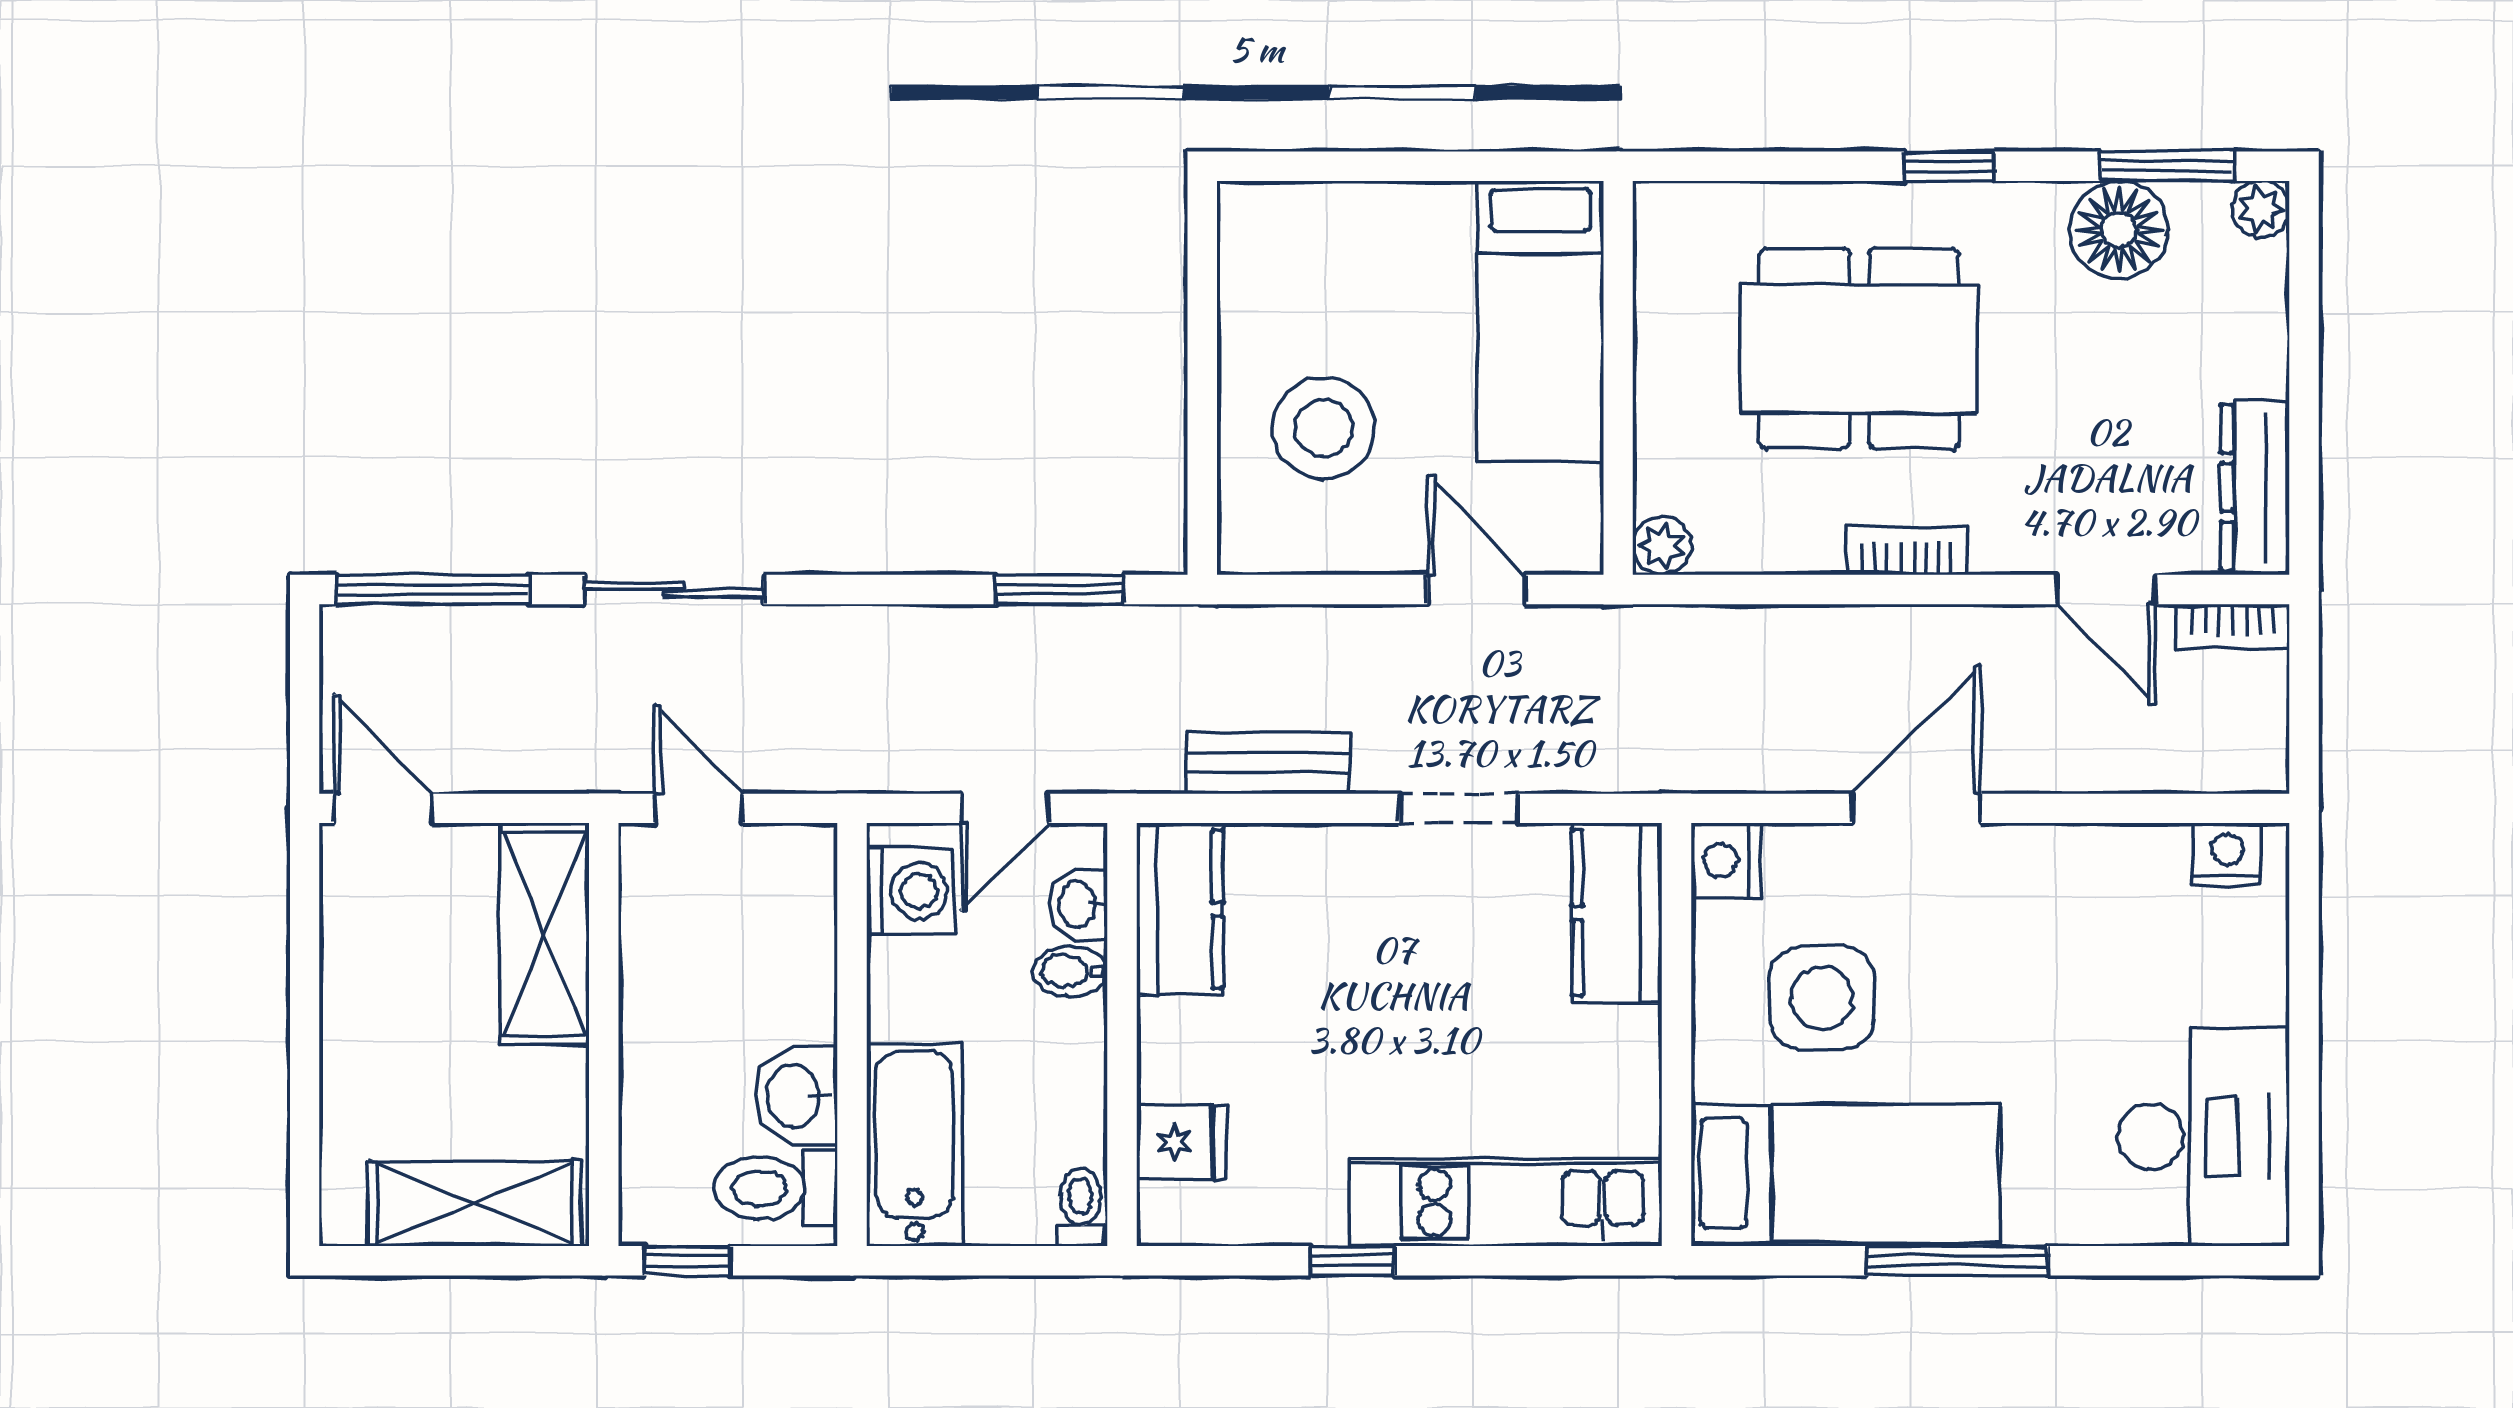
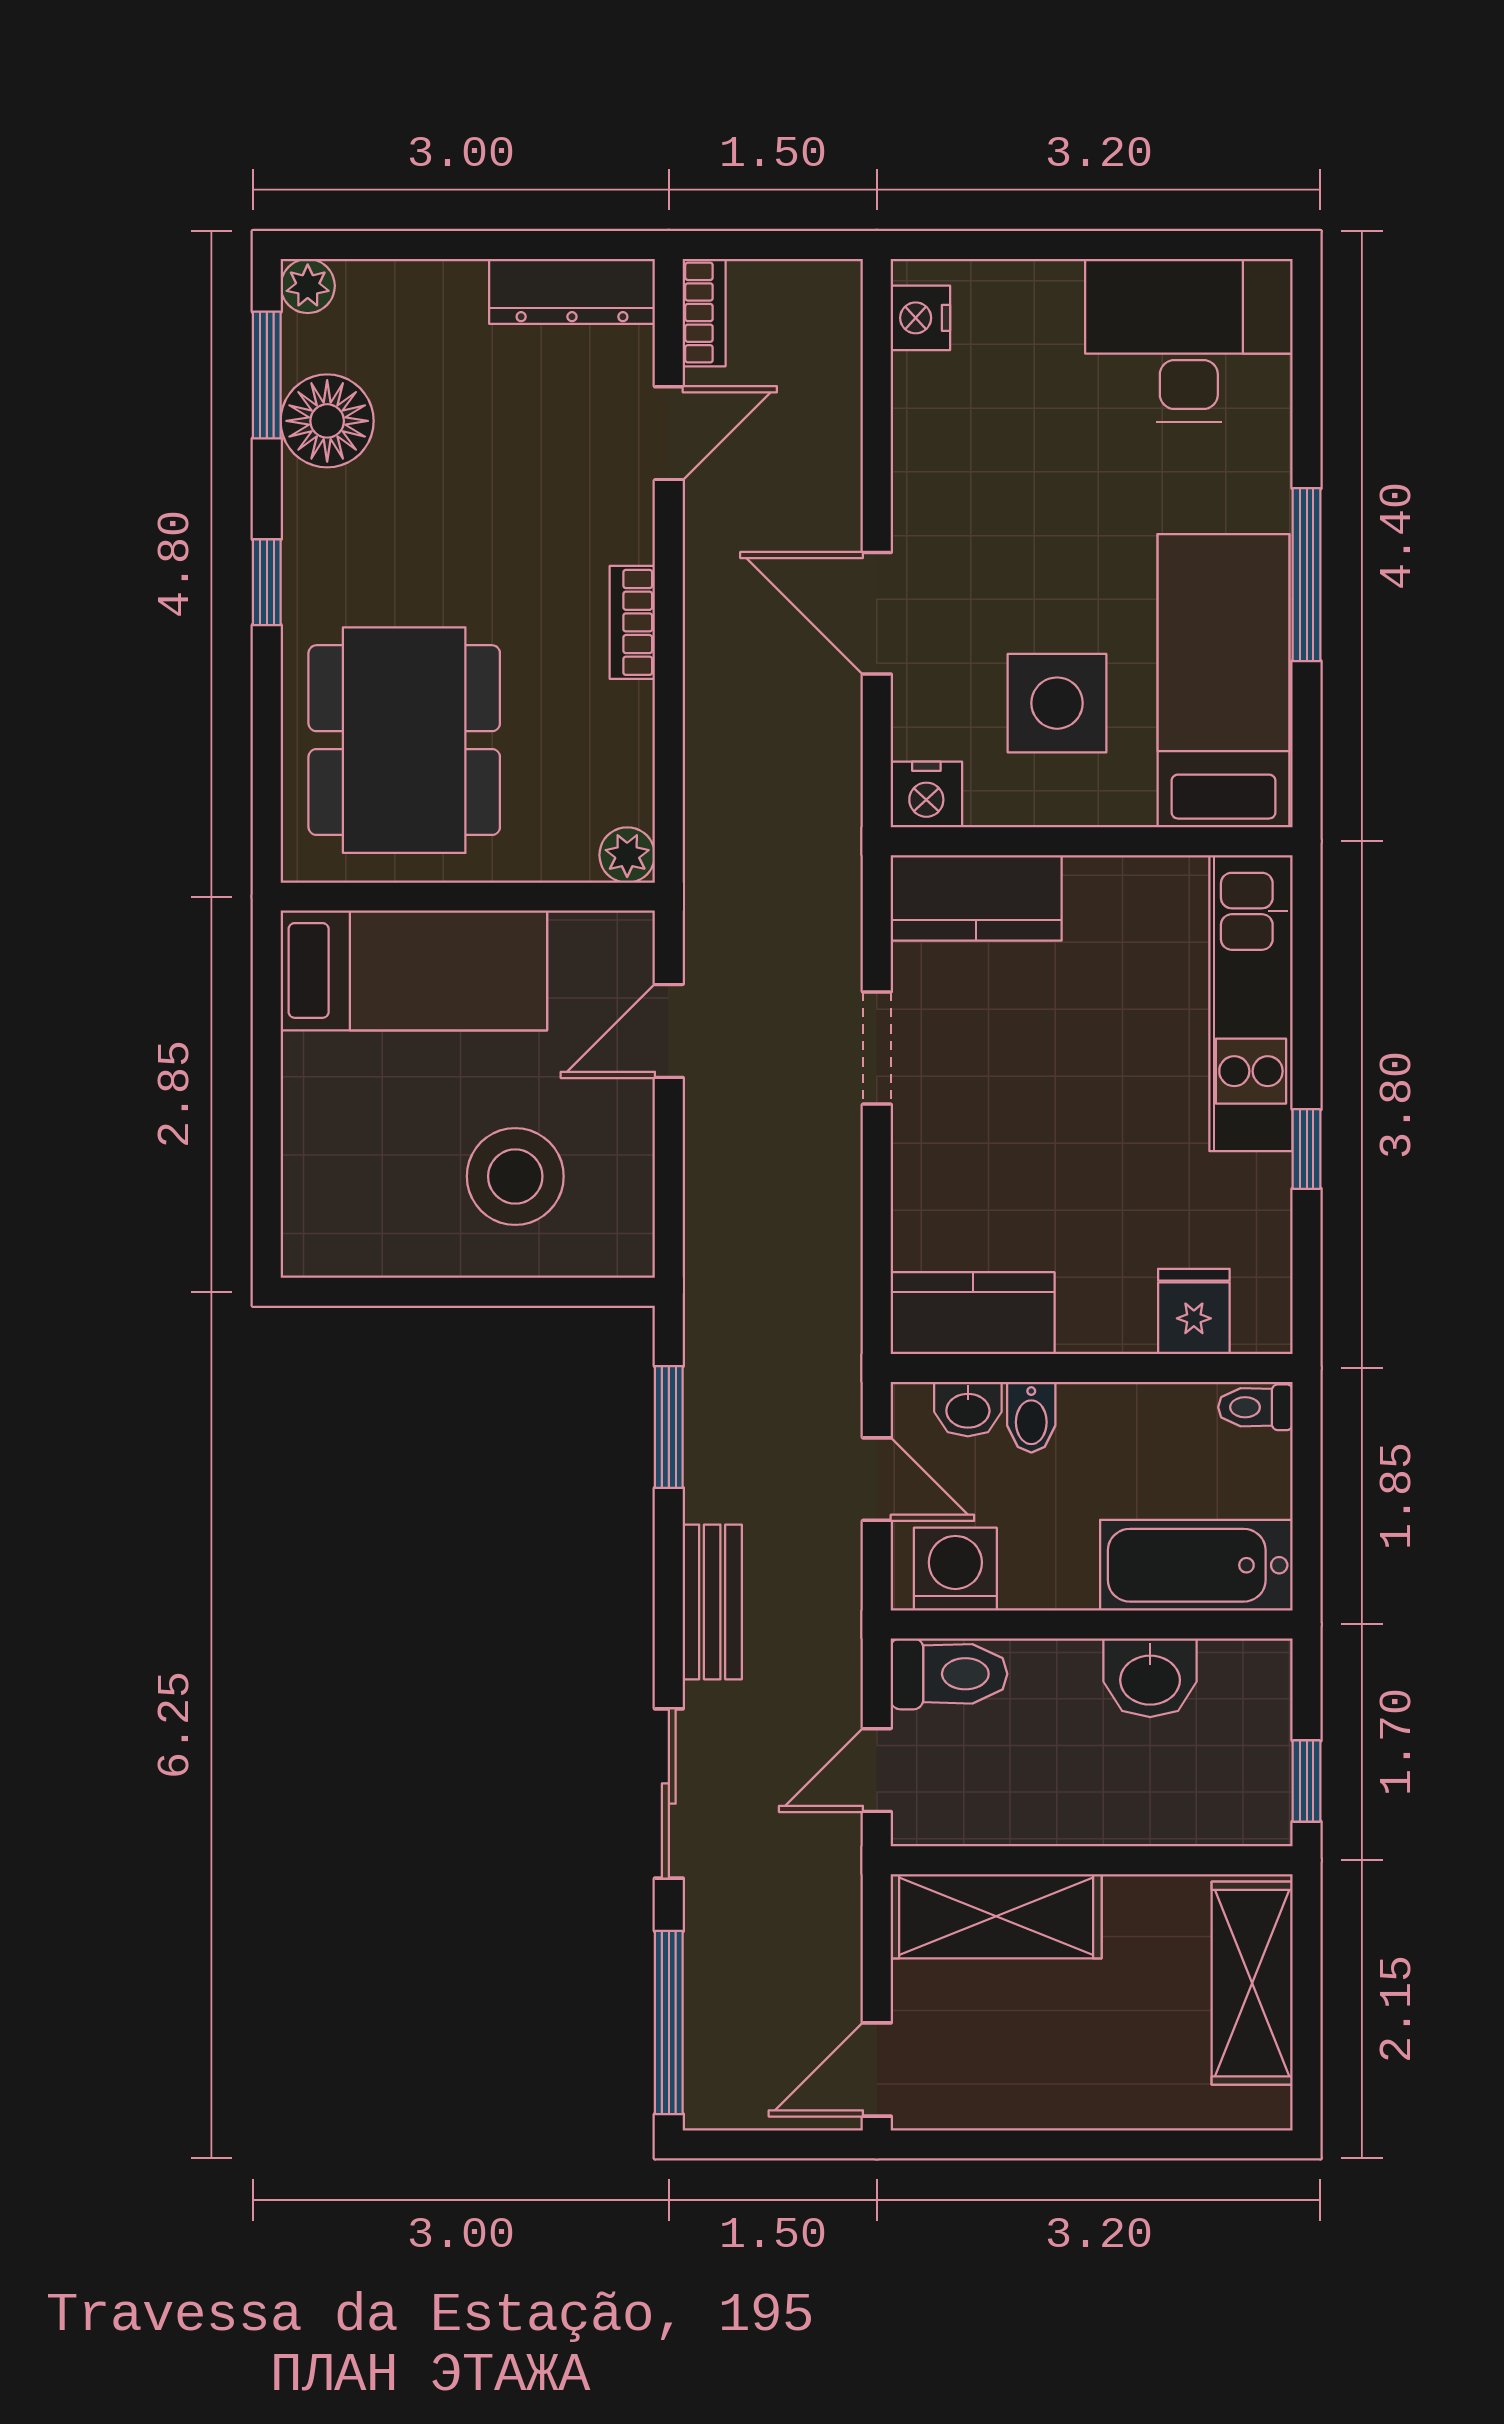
dining table: (1859, 349) -> (404, 740), moved
bench: (1267, 763) -> (712, 1602), moved
toilet: (776, 1188) -> (949, 1674), moved, turned -90

